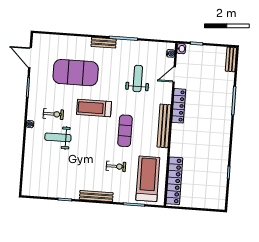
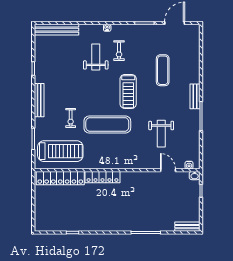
exercise mat: (76, 73) -> (163, 70), width x0.50, depth x0.69
weight bench: (138, 79) -> (161, 134), turned 90
locker: (179, 106) -> (102, 177), moved
treadmill: (94, 108) -> (128, 91), turned 180
bench: (164, 126) -> (56, 30), moved
exercise mat: (125, 131) -> (107, 124), width x1.36, depth x1.45

